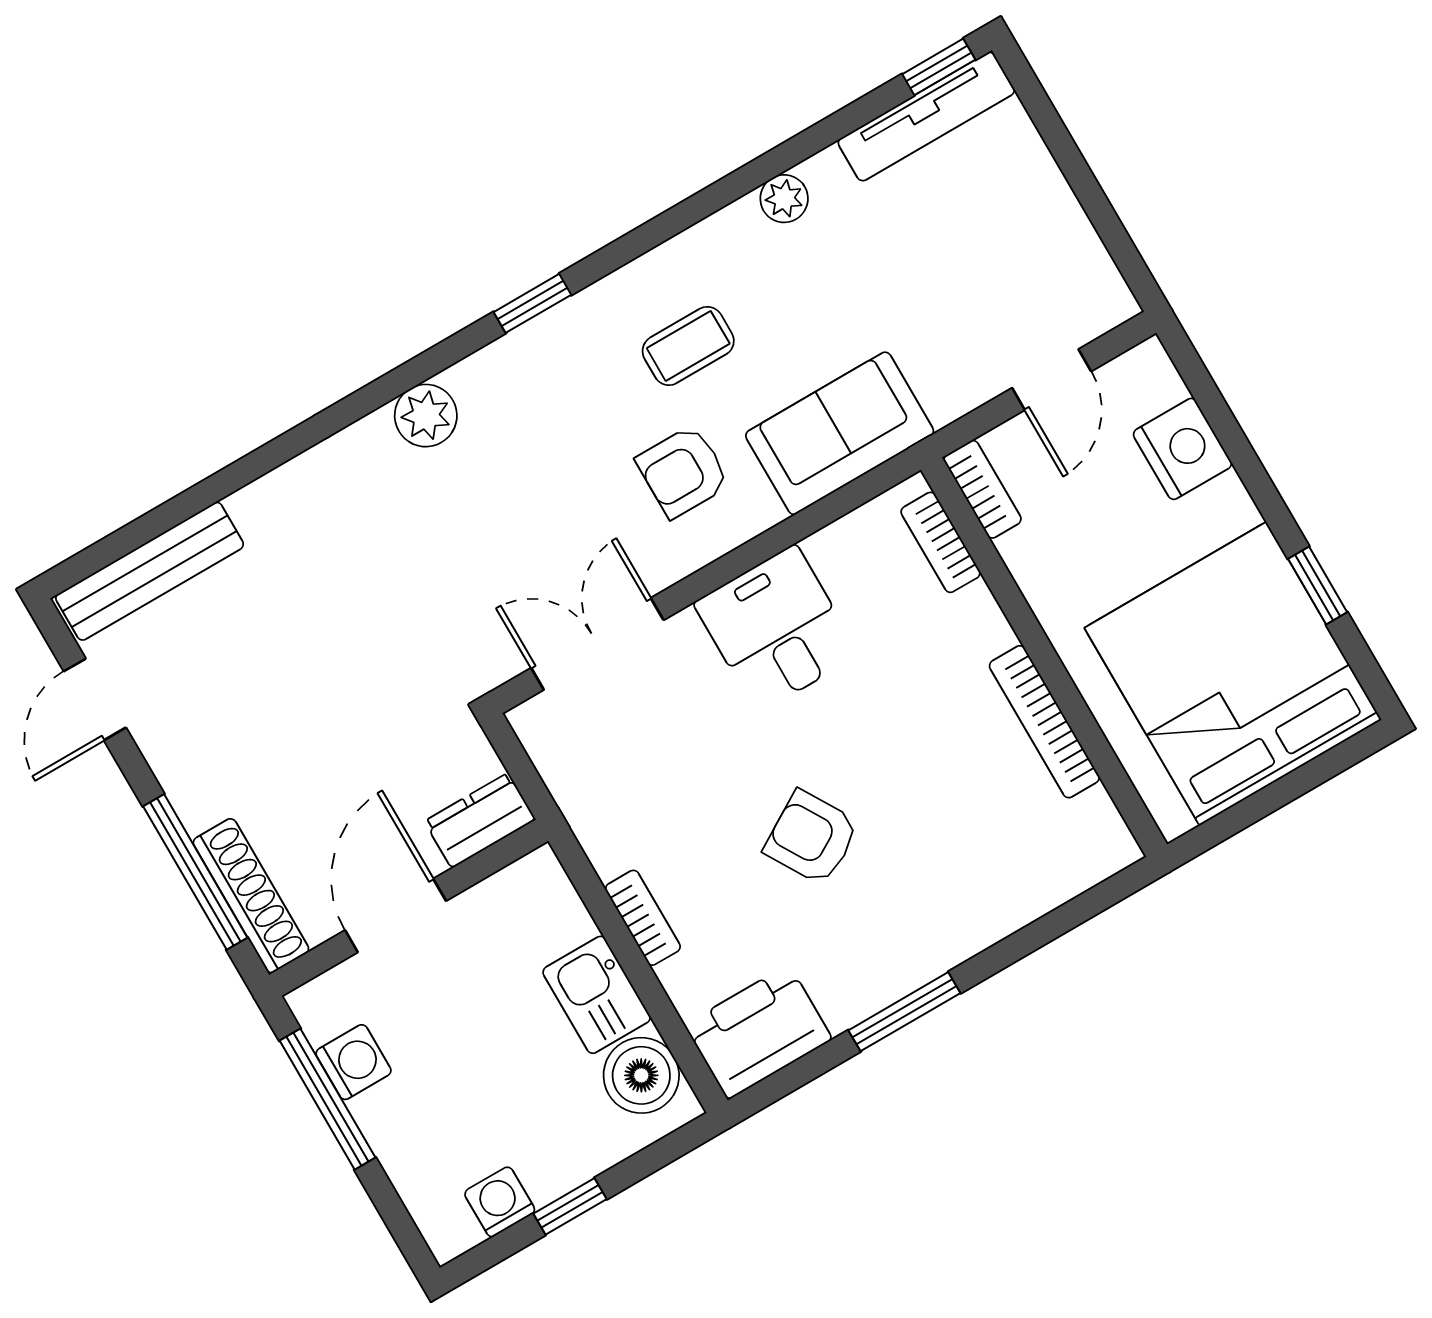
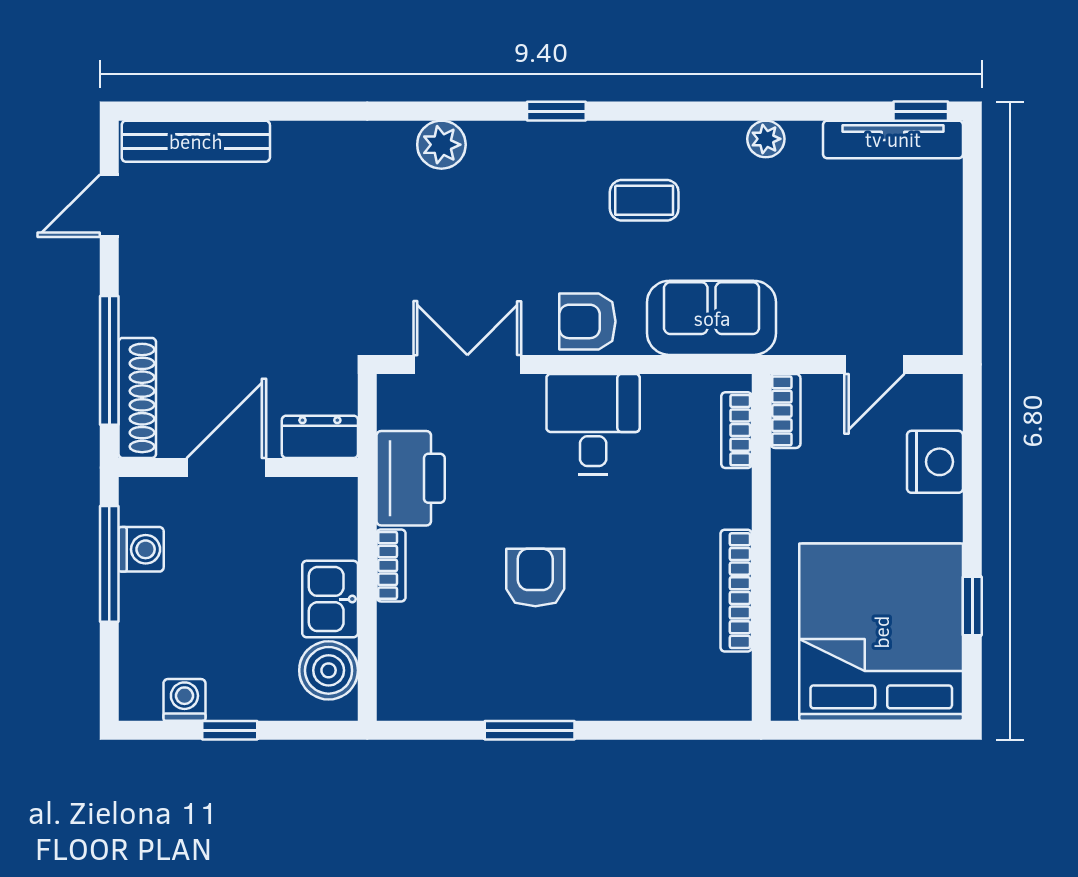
armchair: (683, 472) -> (587, 321), moved
armchair: (812, 837) -> (535, 577), turned 31
printer: (758, 1032) -> (411, 478), moved, turned 90

